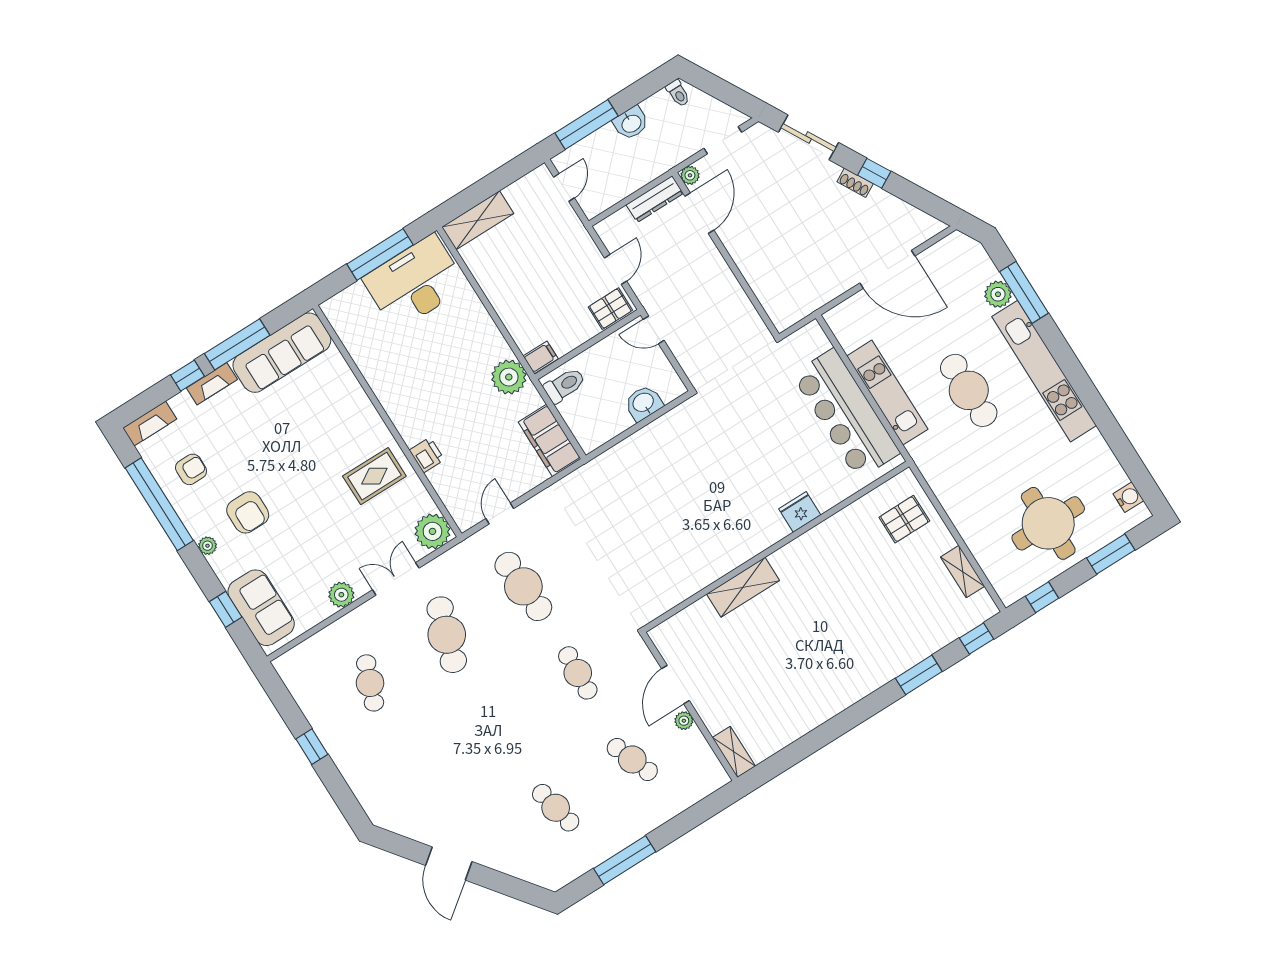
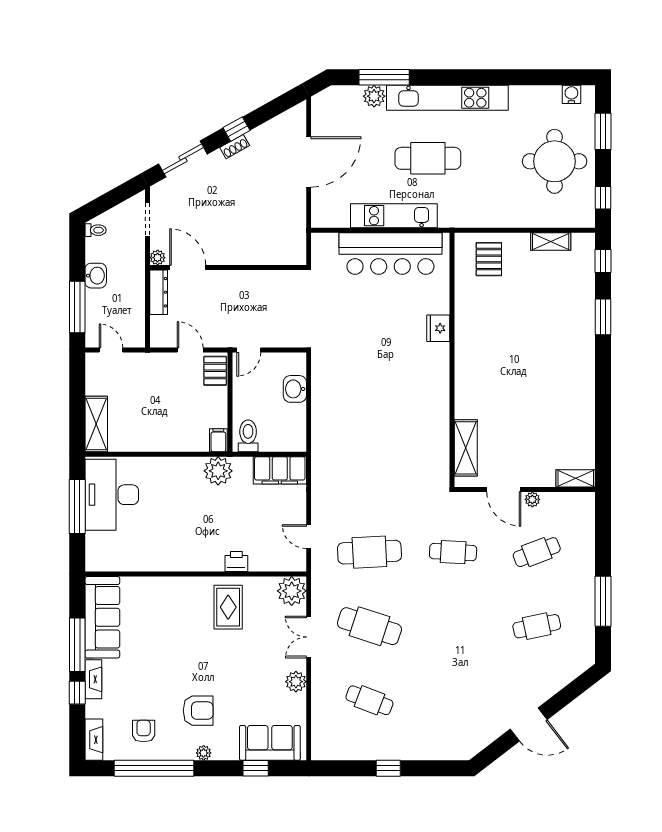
shelving: (743, 587) -> (466, 448), moved

